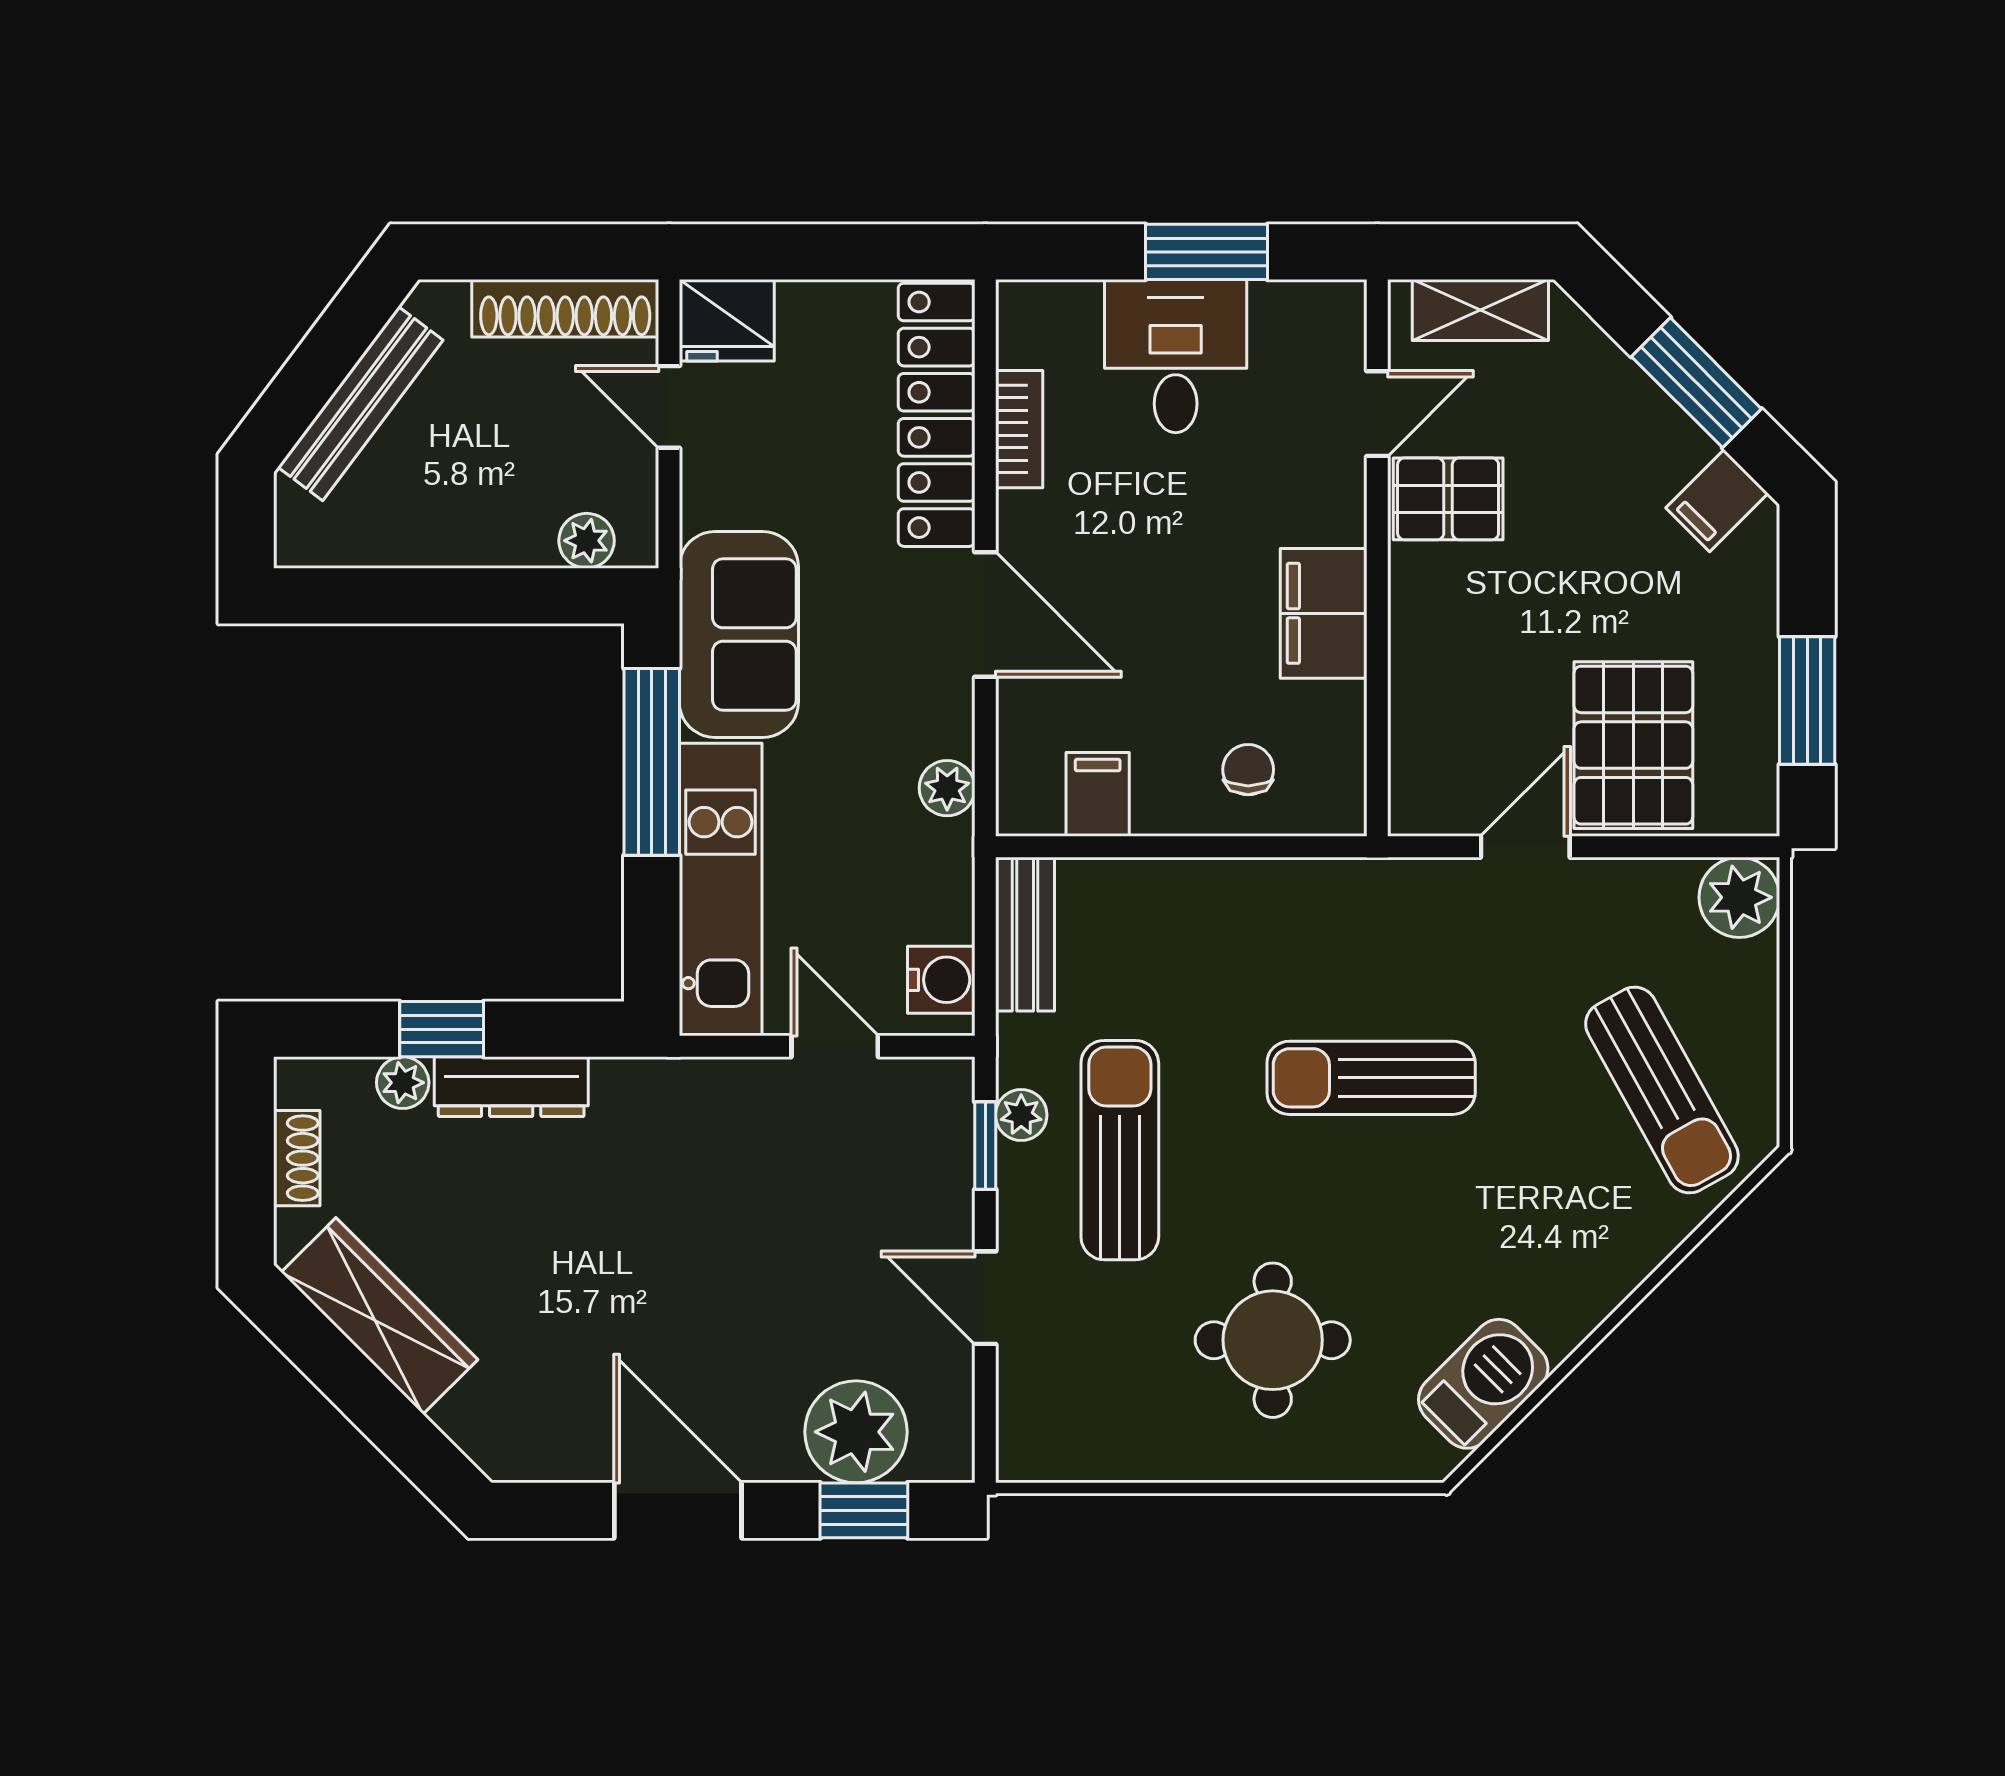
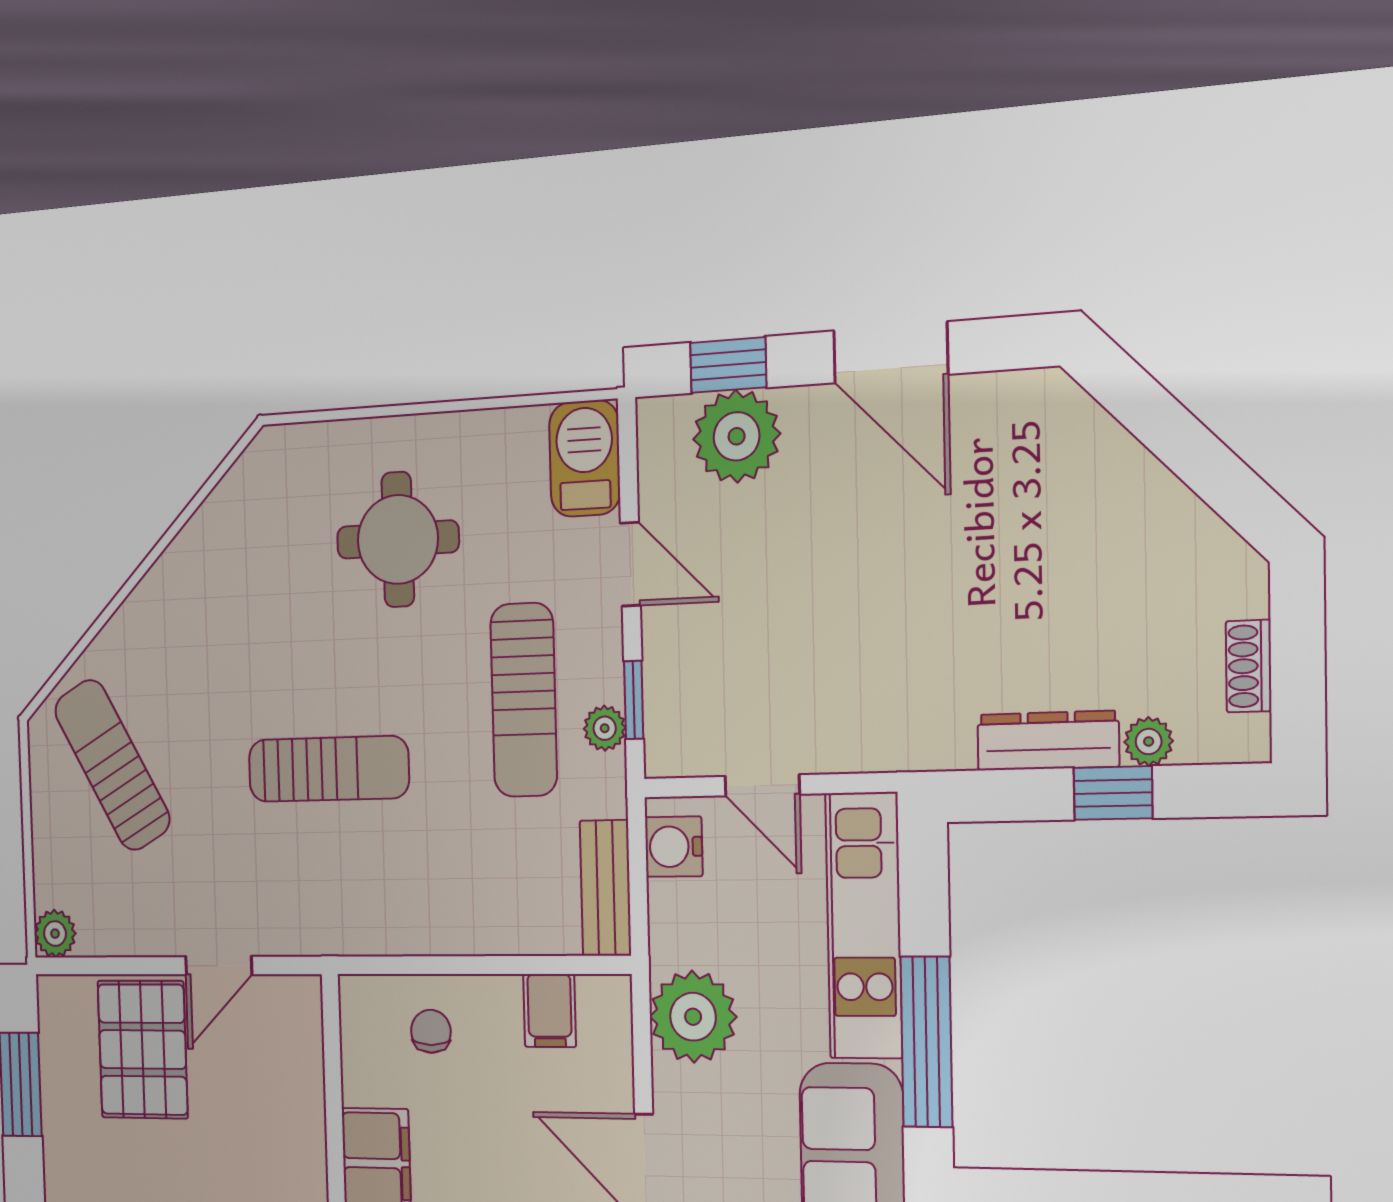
chair: (1248, 770) -> (431, 1031), turned 180
plant: (947, 788) -> (693, 1017), width x1.87, depth x1.87
plant: (1739, 897) -> (55, 934), width x0.73, depth x0.73
wardrobe: (379, 1316) -> (1168, 518), removed
barbecue: (1483, 1384) -> (585, 458), moved, turned 135

